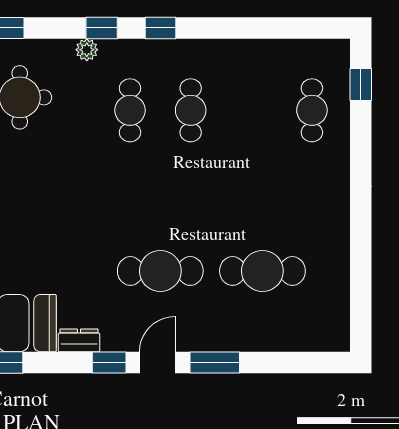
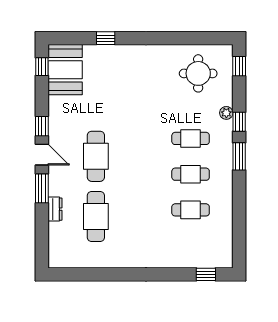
window: (161, 28) -> (239, 156), width x1.50
cafe table: (312, 110) -> (191, 210), moved
dresser: (79, 340) -> (55, 209), moved

